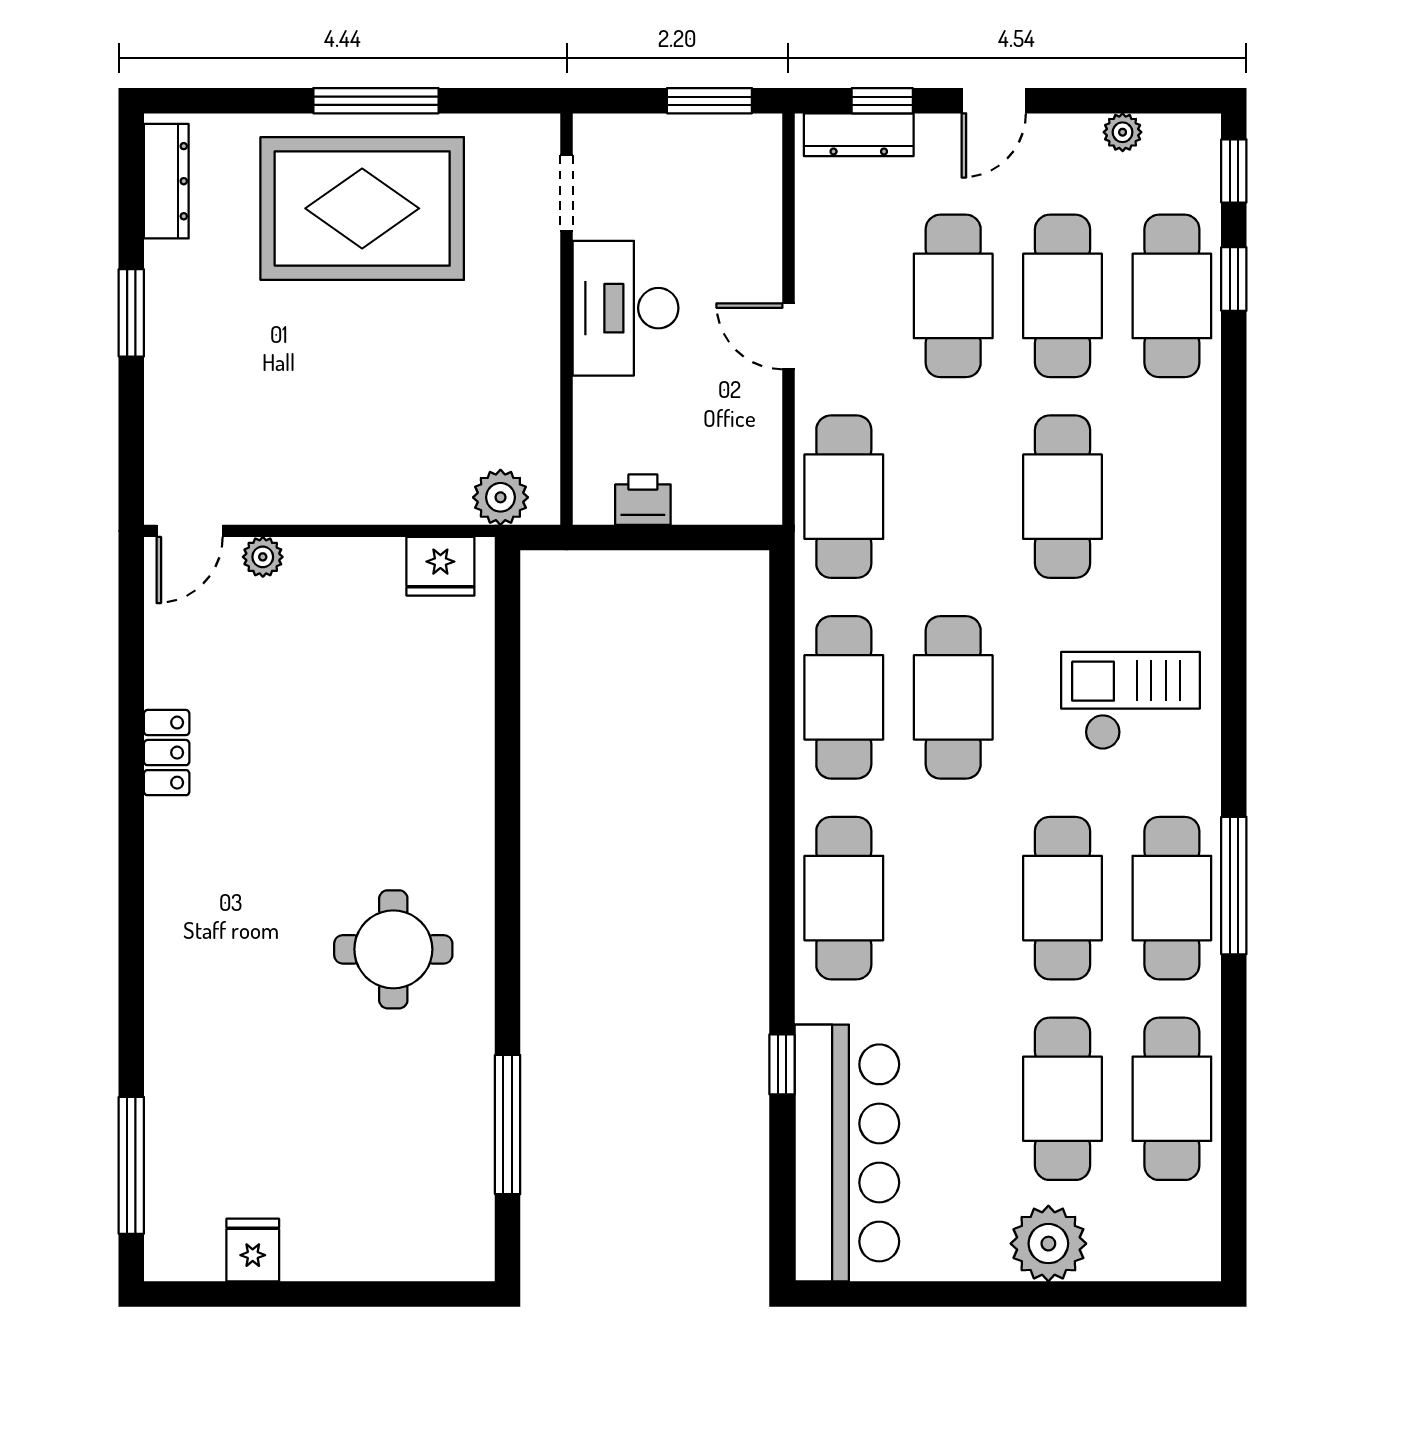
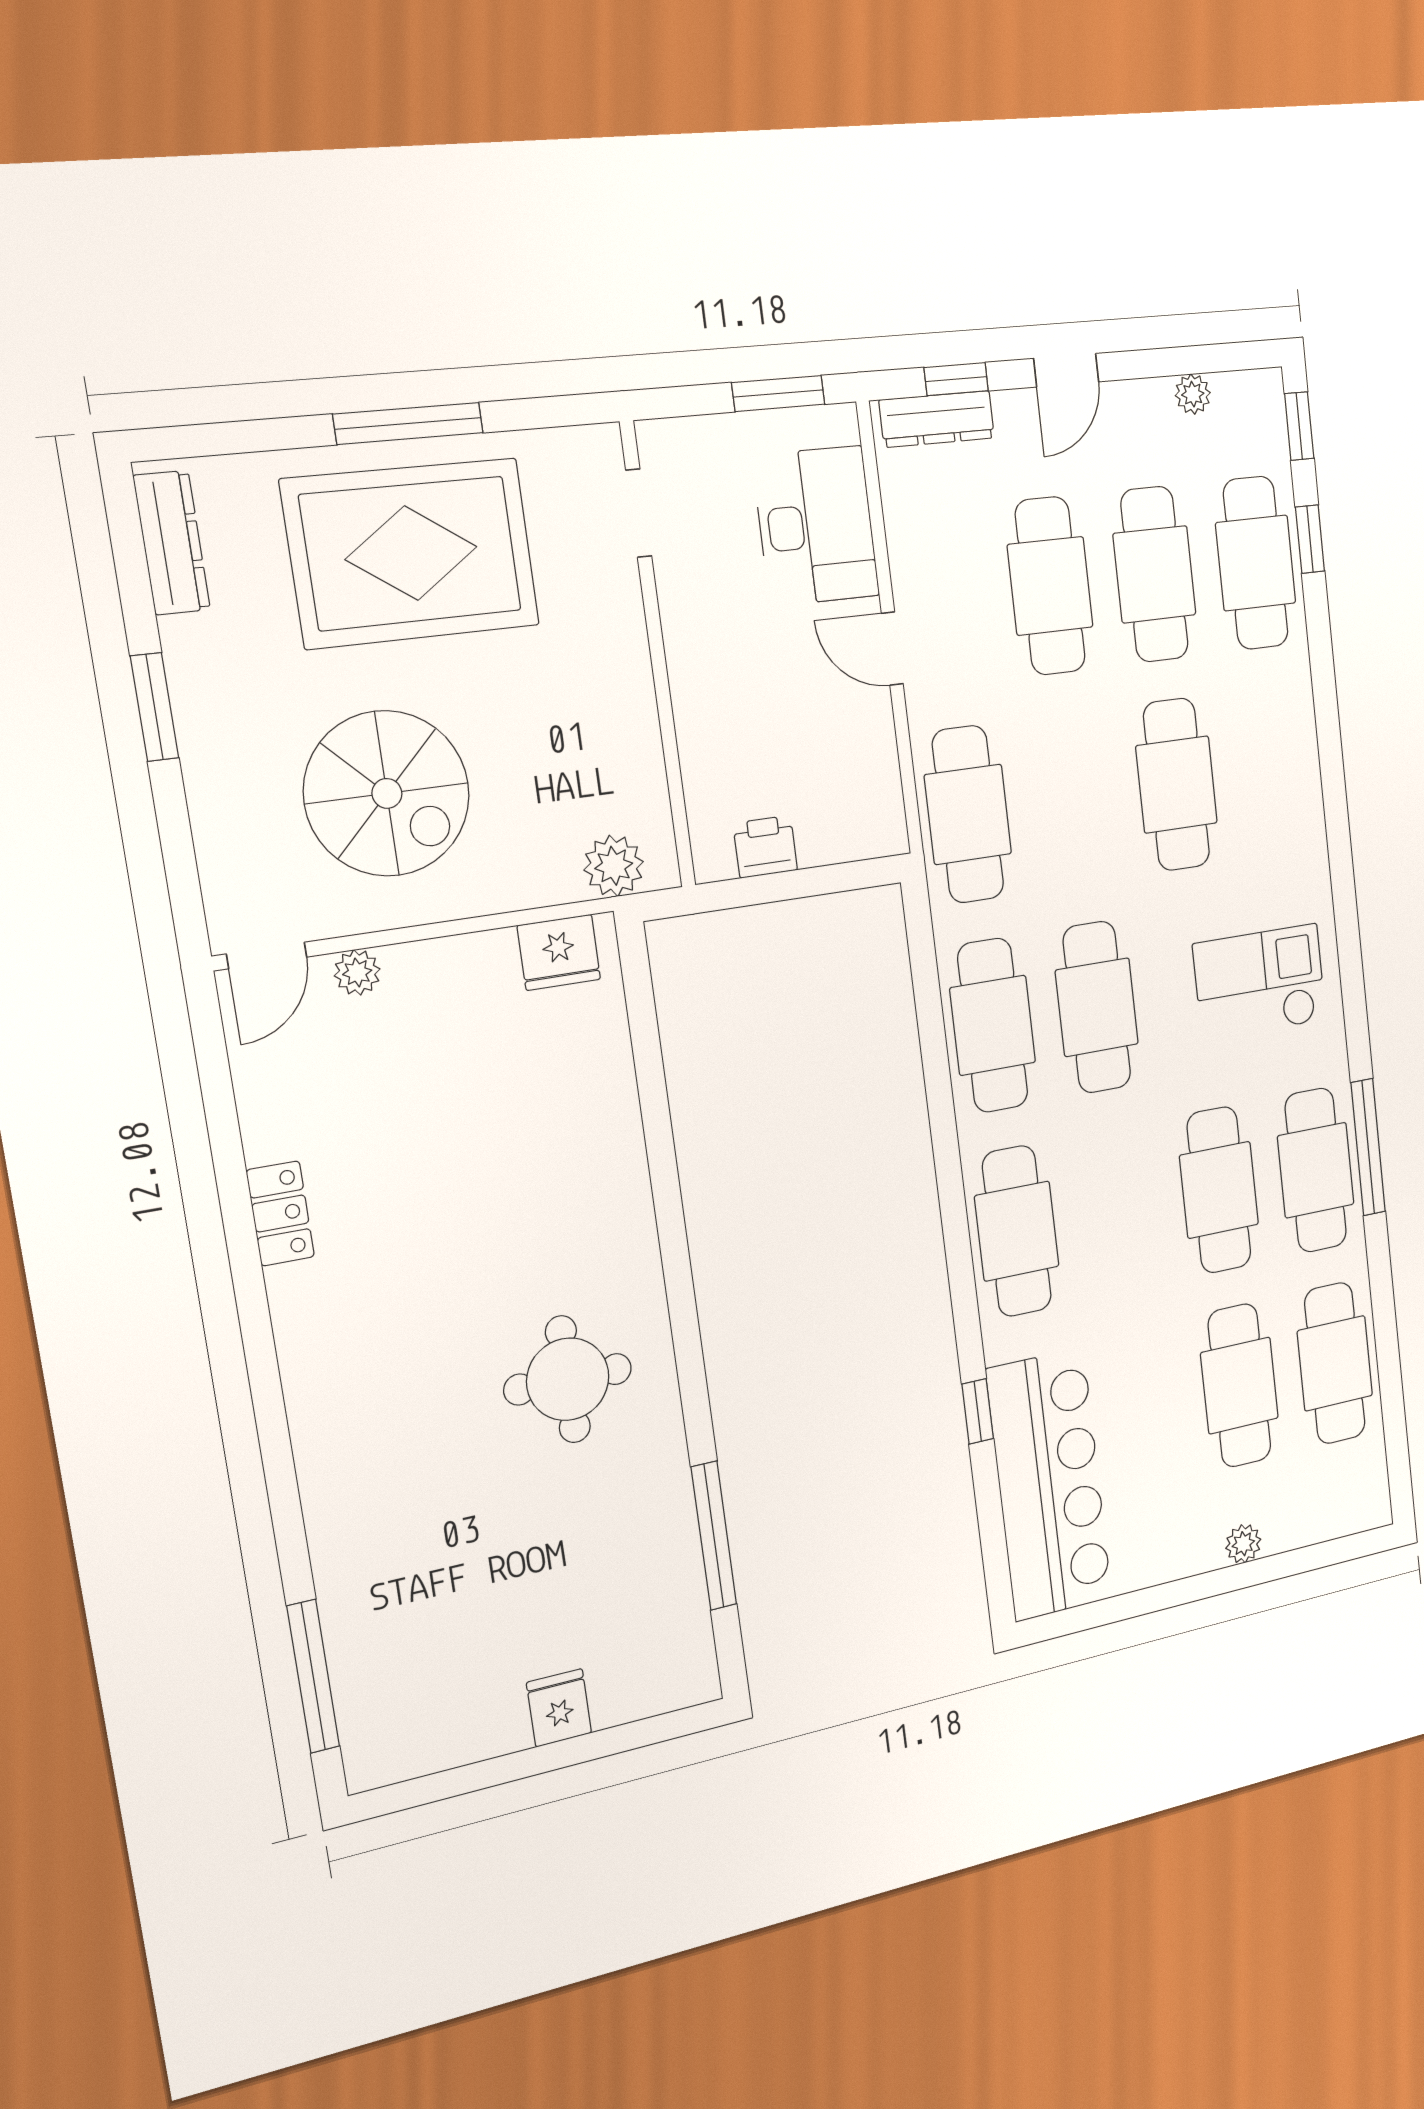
desk: (626, 308) -> (816, 526), moved, turned 180
spiral stairs: (311, 408) -> (387, 793), added
plant: (1048, 1244) -> (1243, 1544), width x0.53, depth x0.53
fridge: (253, 1250) -> (559, 1708), moved

